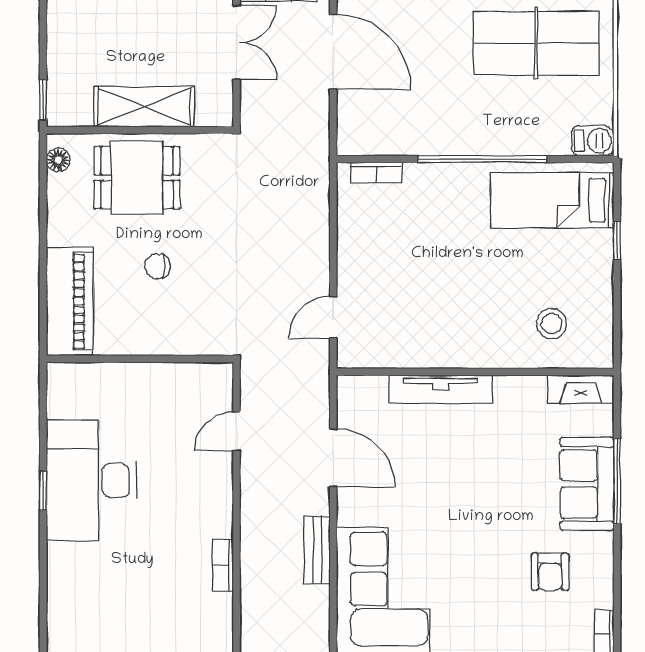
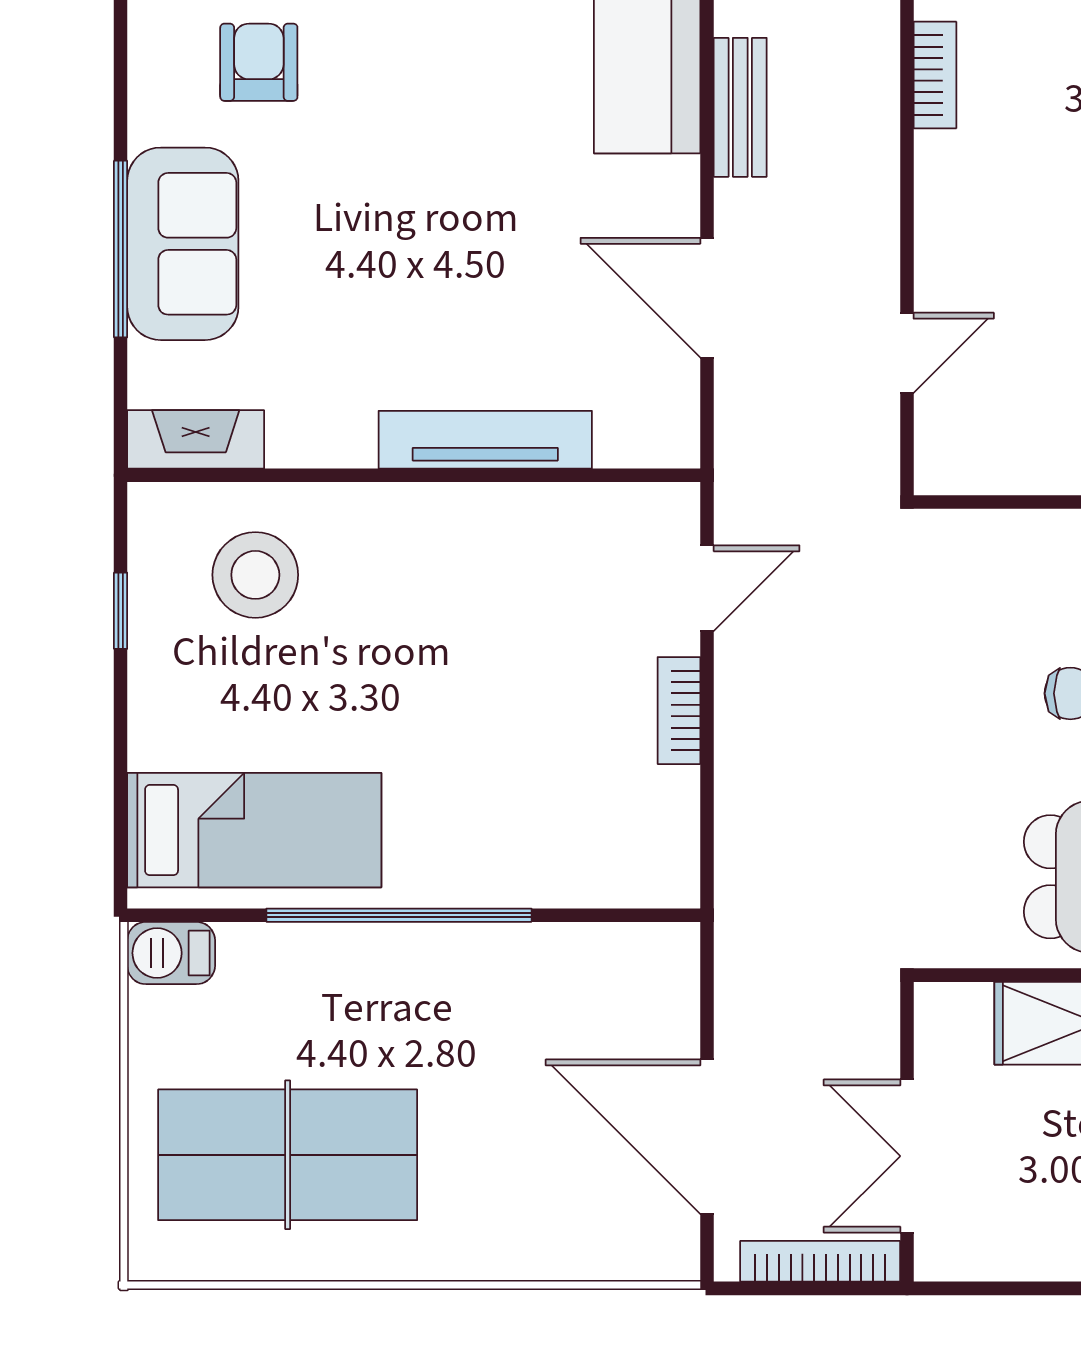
bookcase: (376, 173) -> (679, 711), moved, turned -90
window: (617, 241) -> (121, 611), moved
stool: (552, 324) -> (255, 575), width x1.38, depth x1.38

